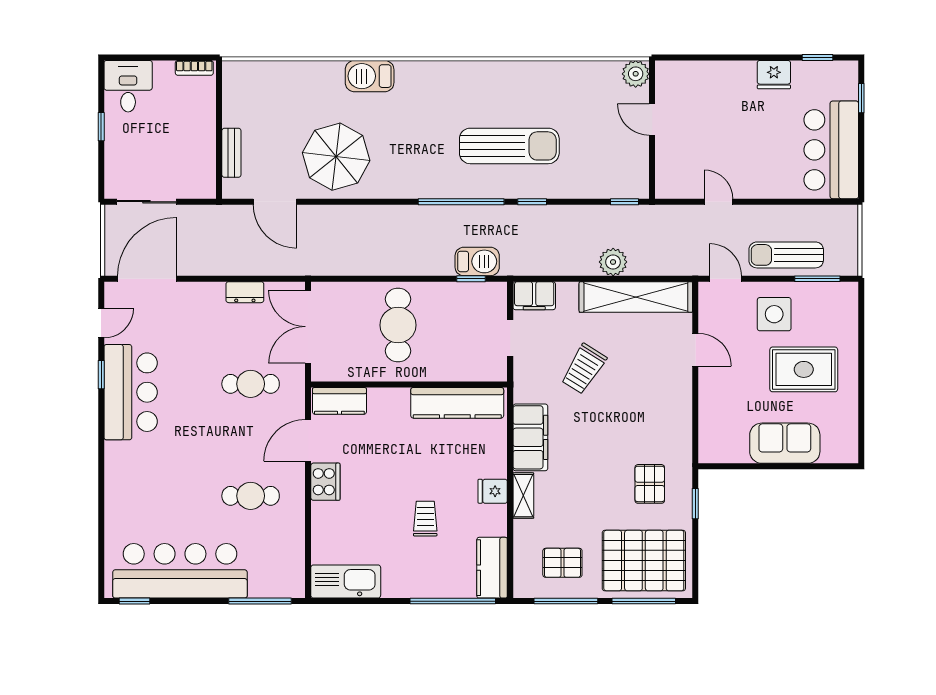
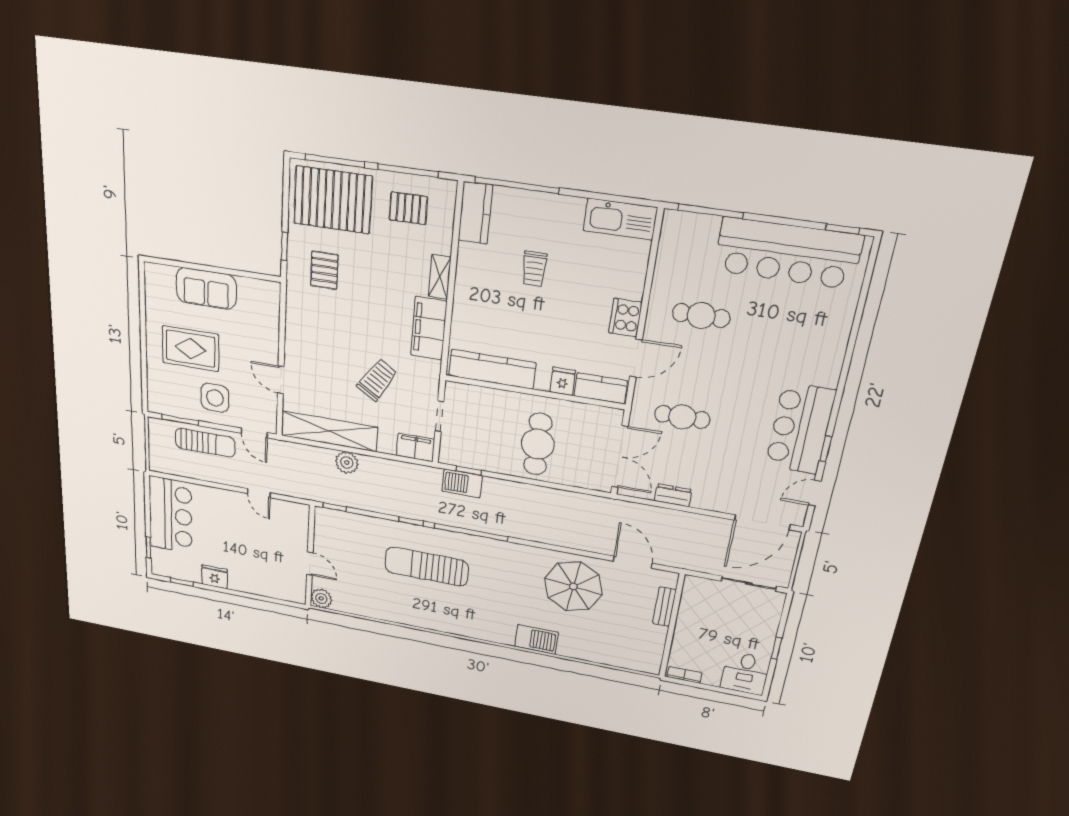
fridge: (493, 491) -> (563, 381), moved, turned -90

